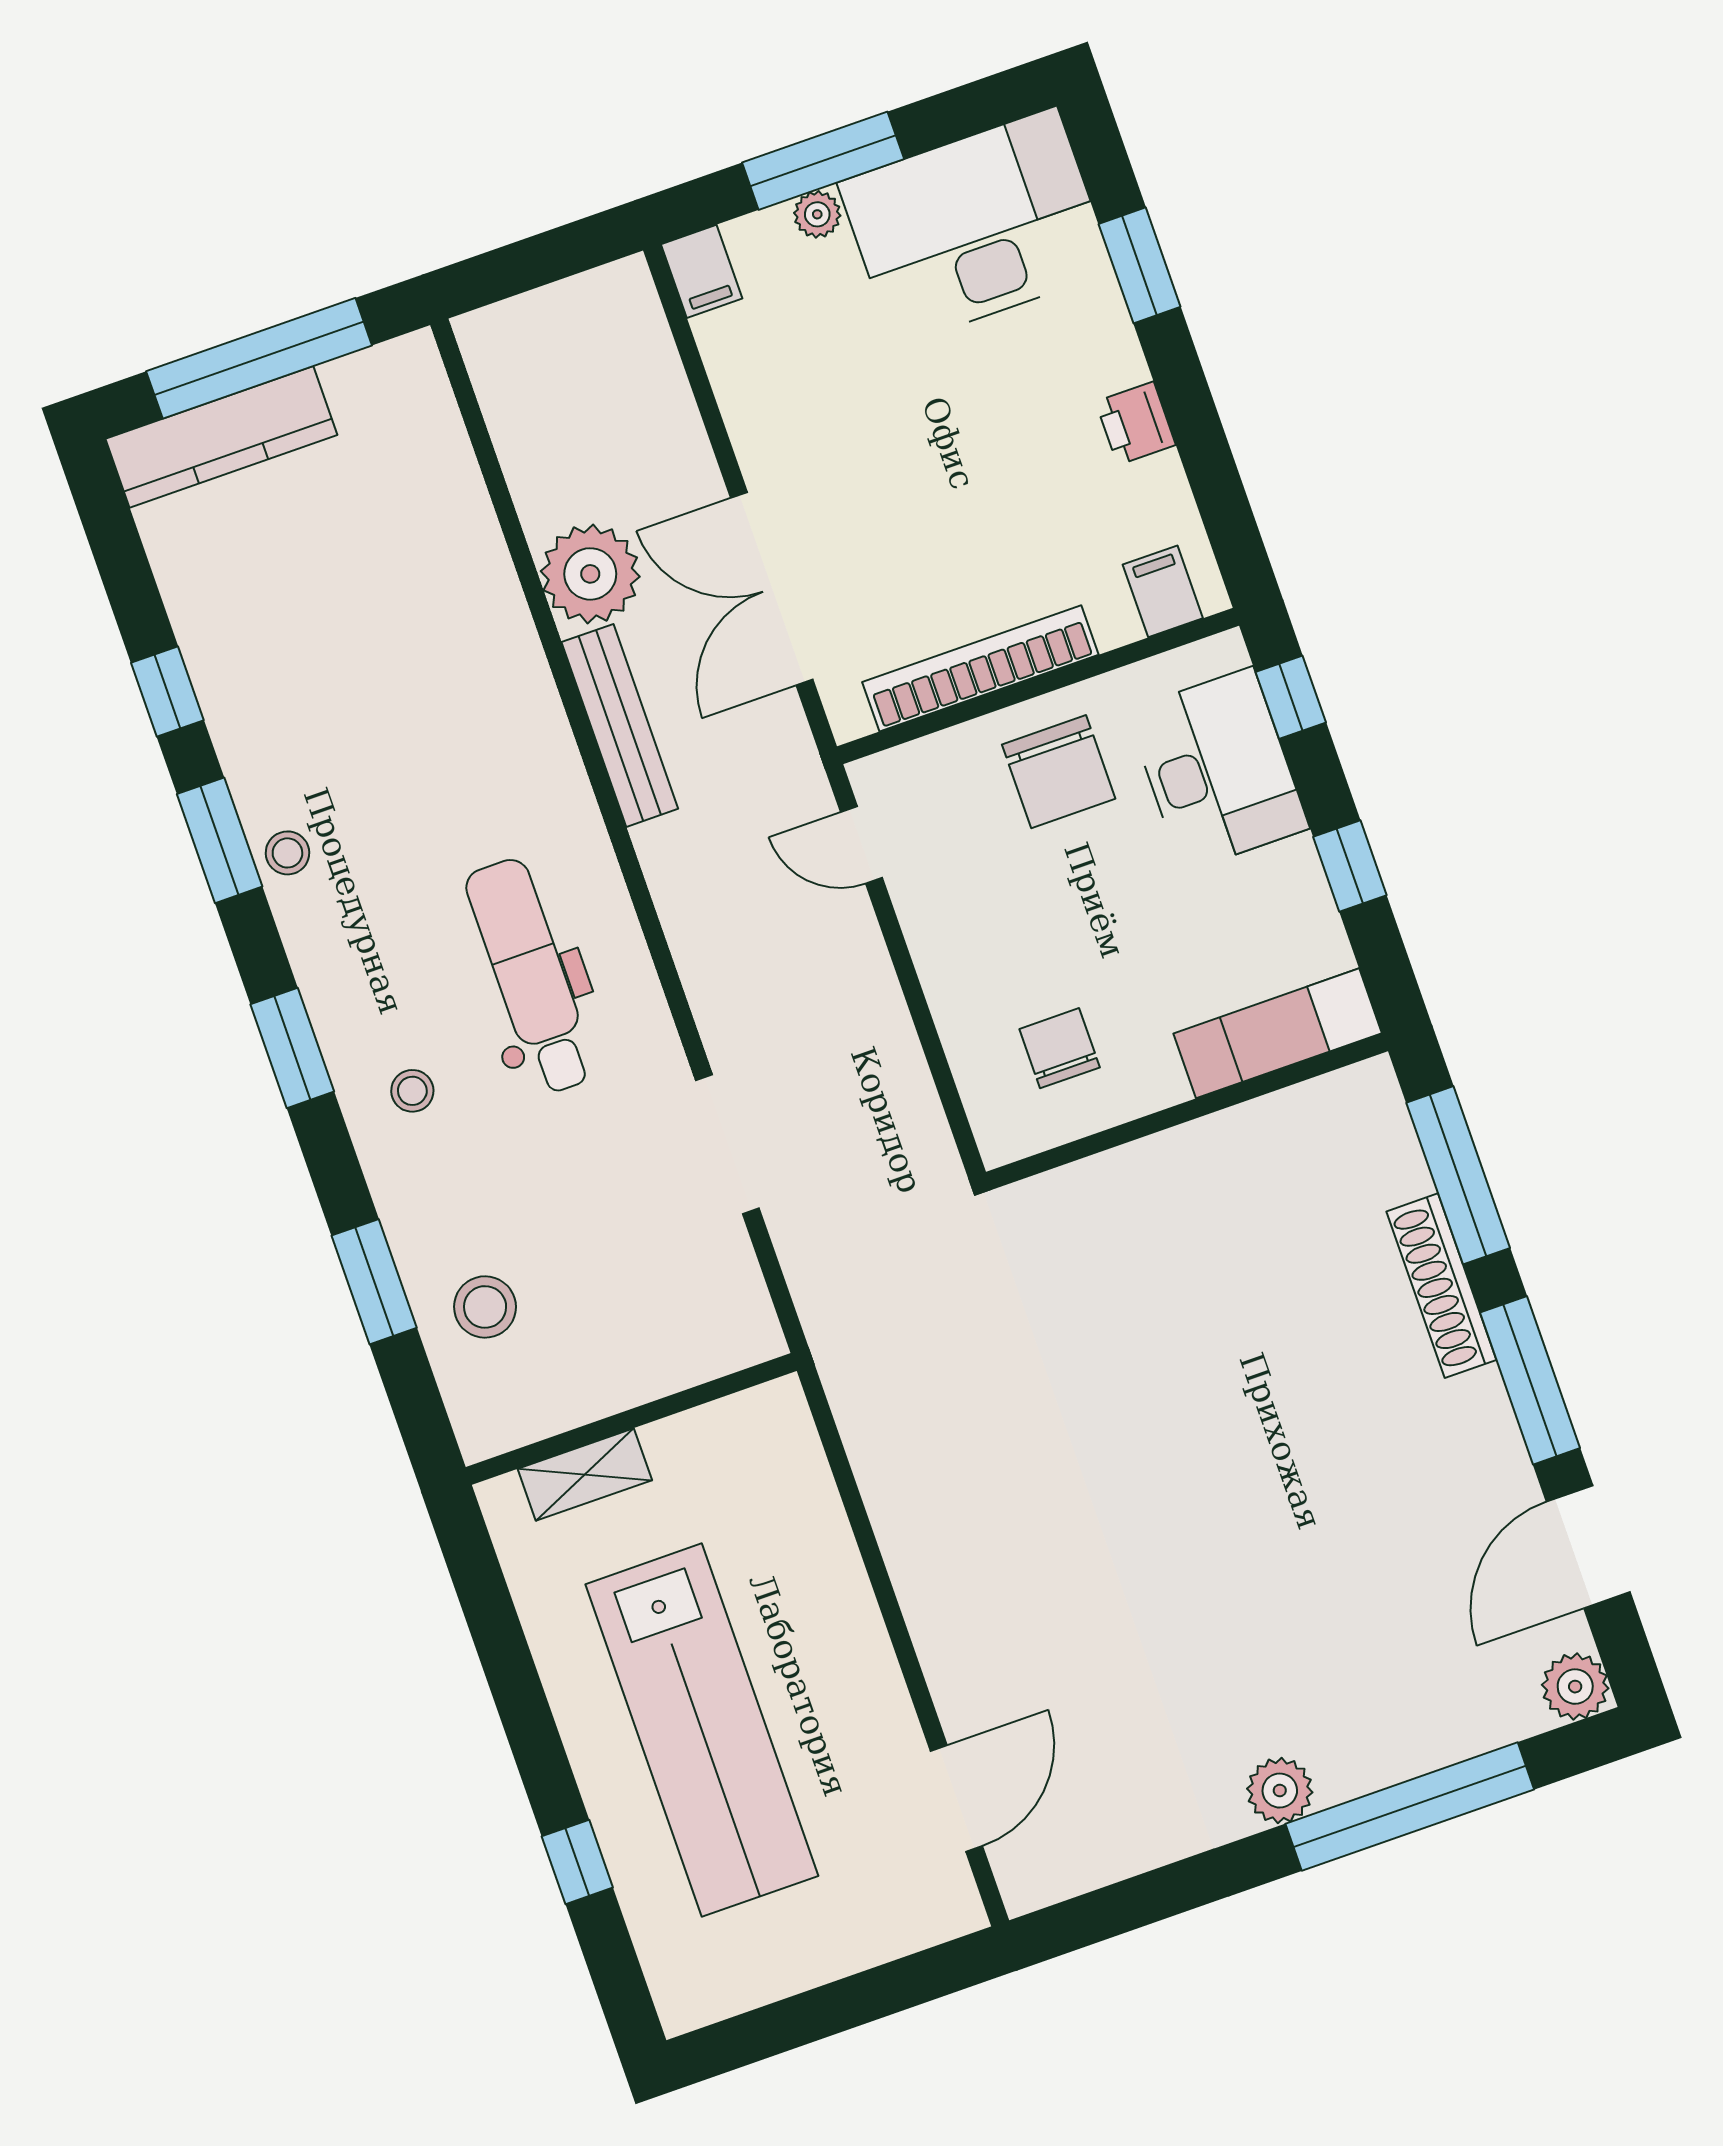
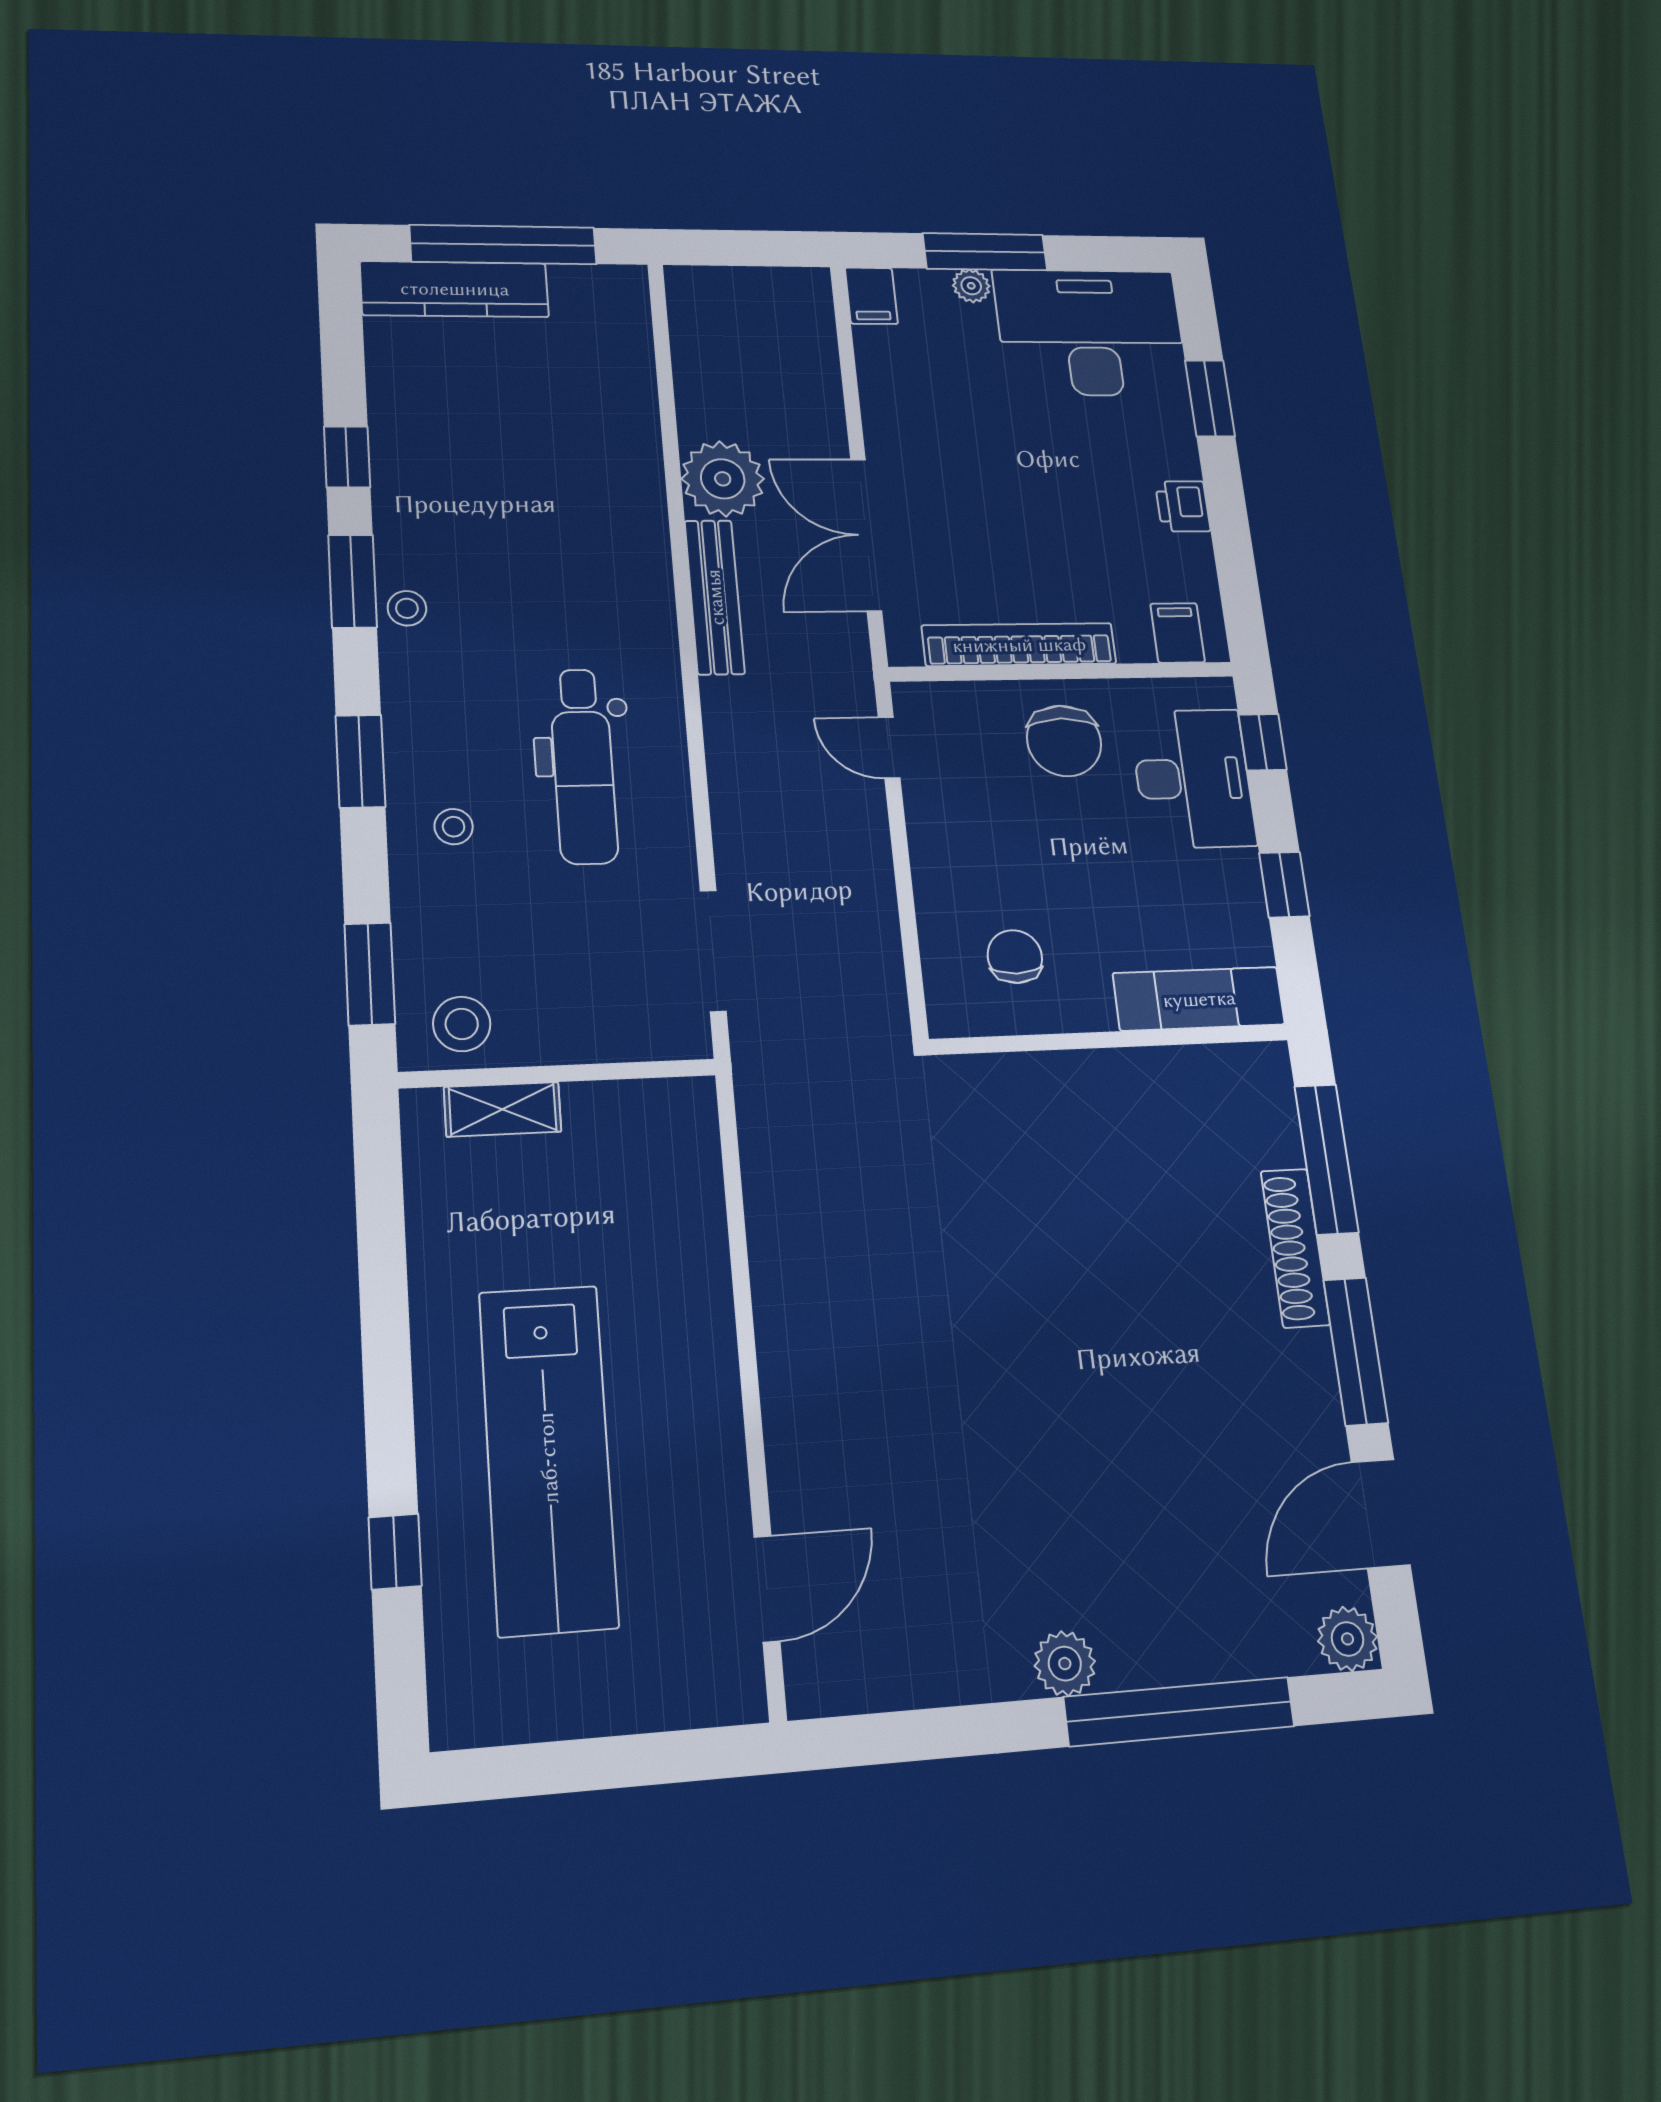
dental chair: (531, 976) -> (583, 766), turned 180
wall: (631, 1419) -> (558, 1074), moved
shelving: (585, 1474) -> (503, 1109), moved

